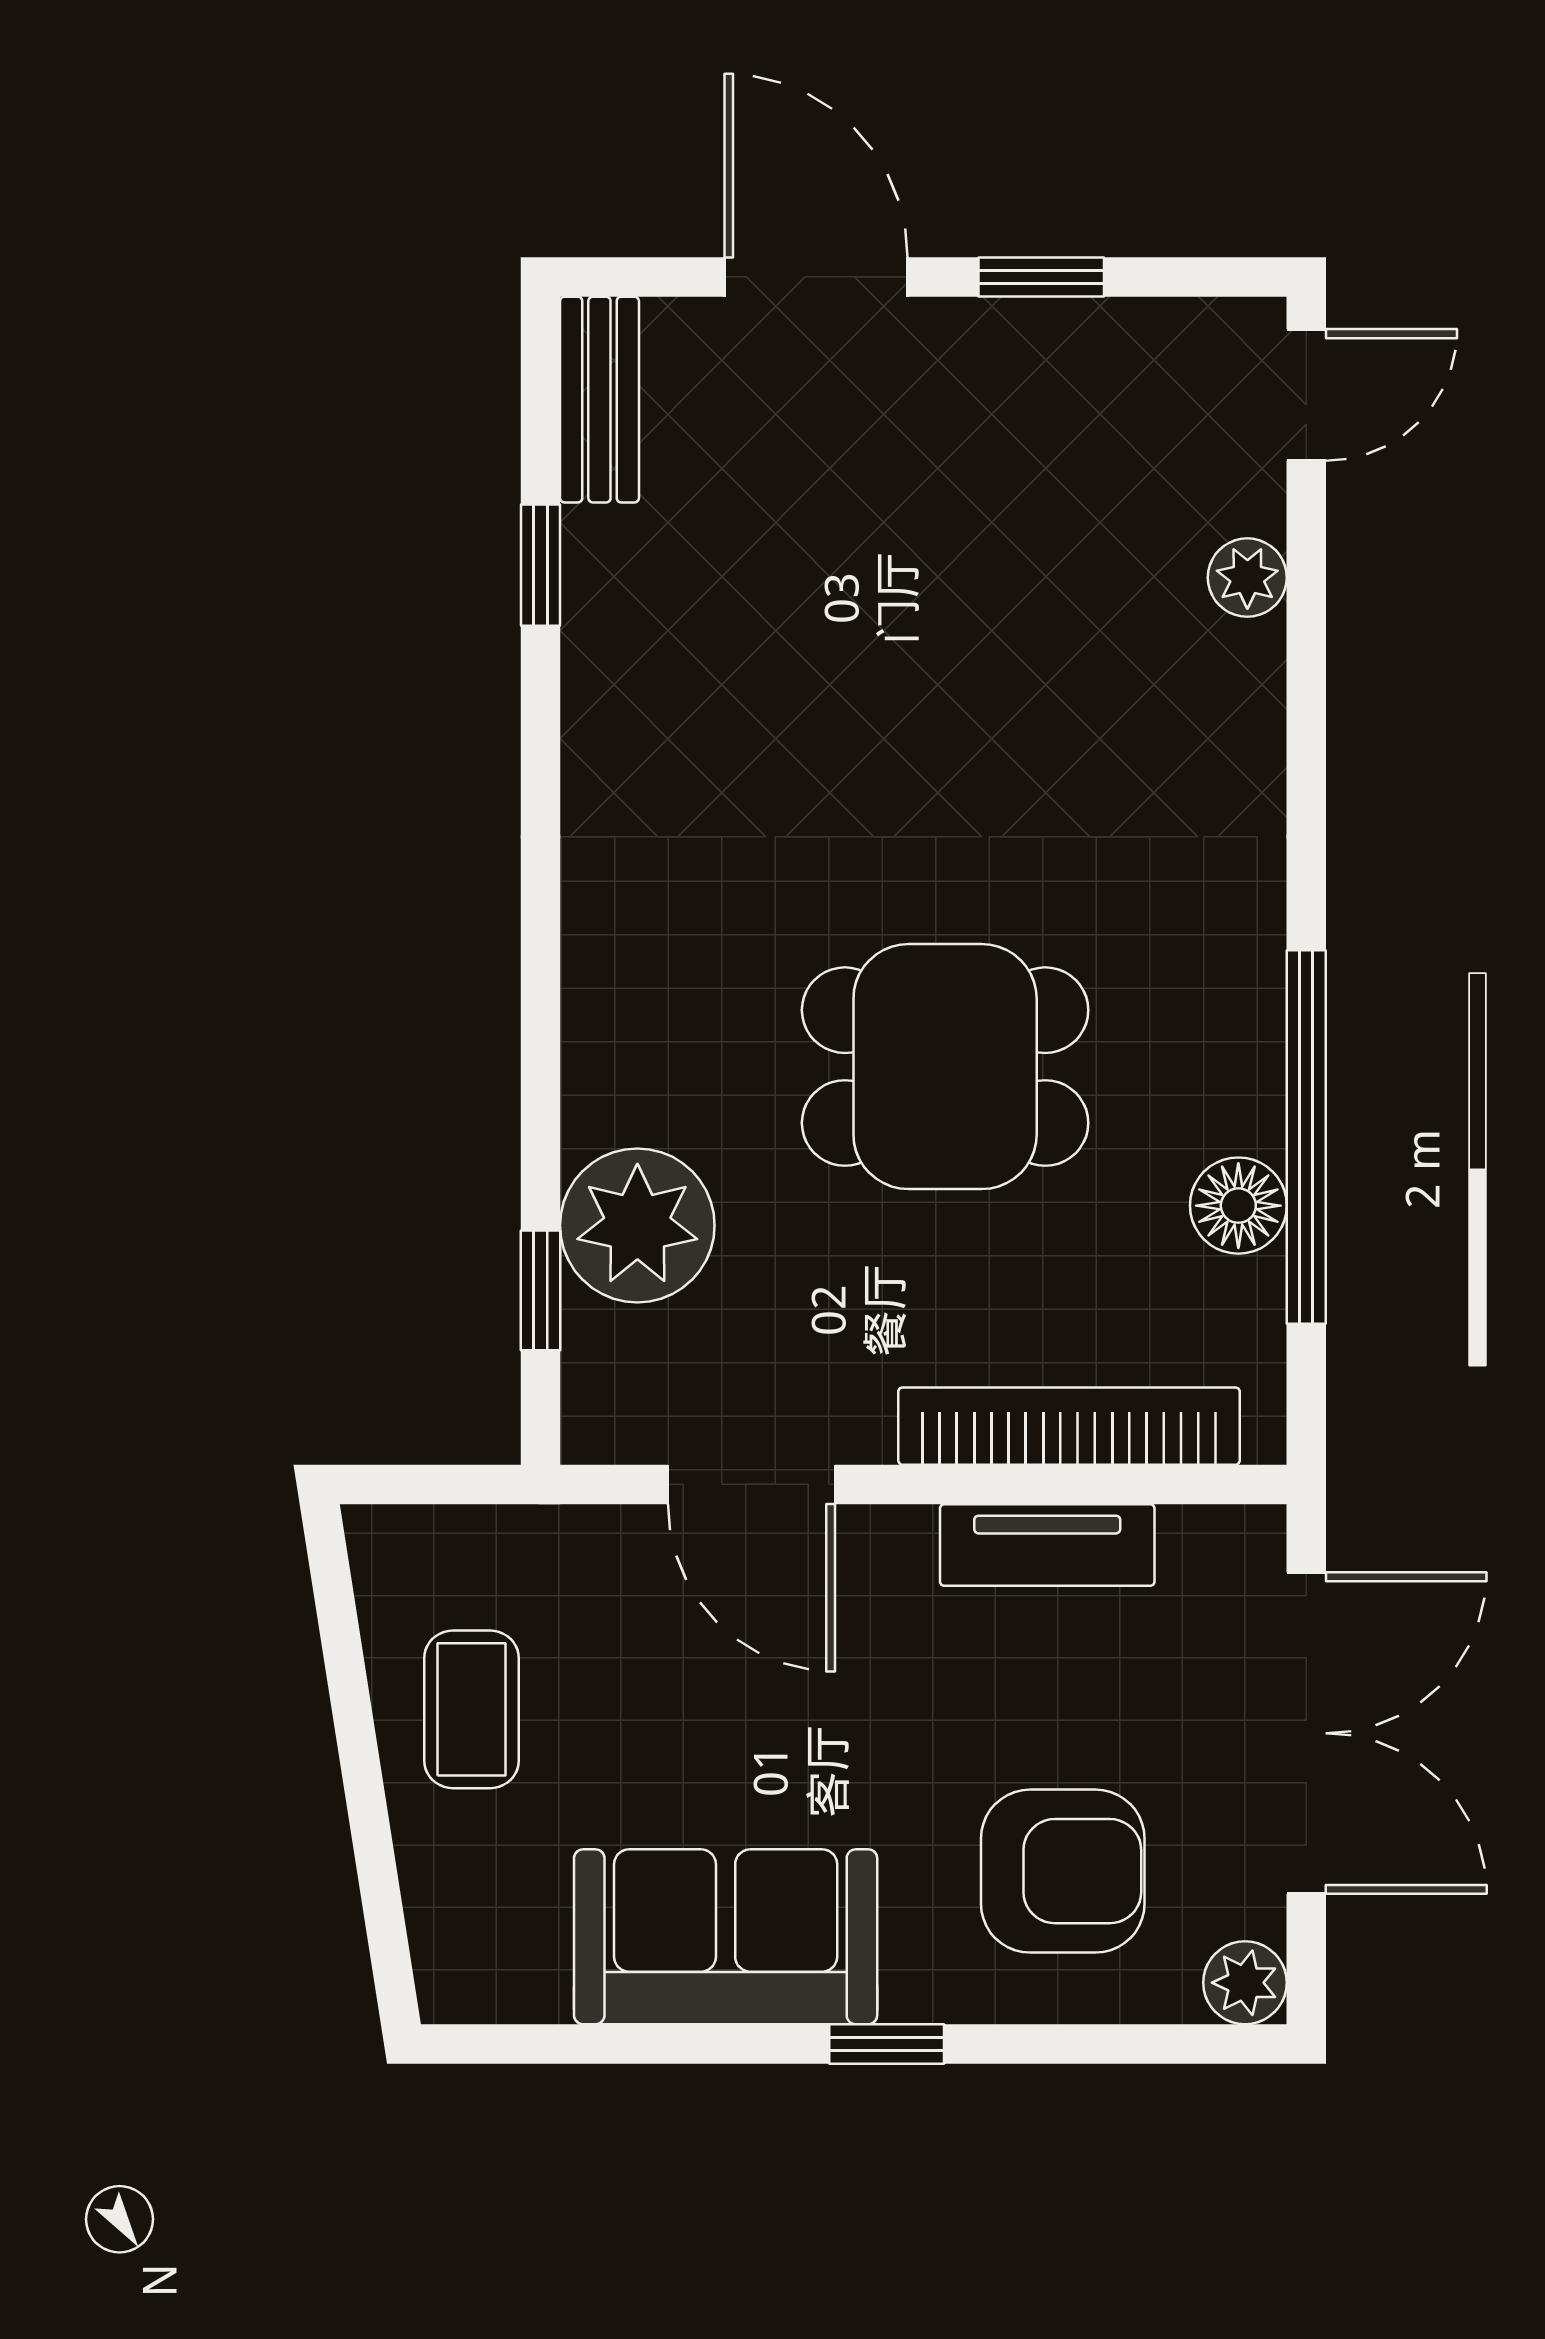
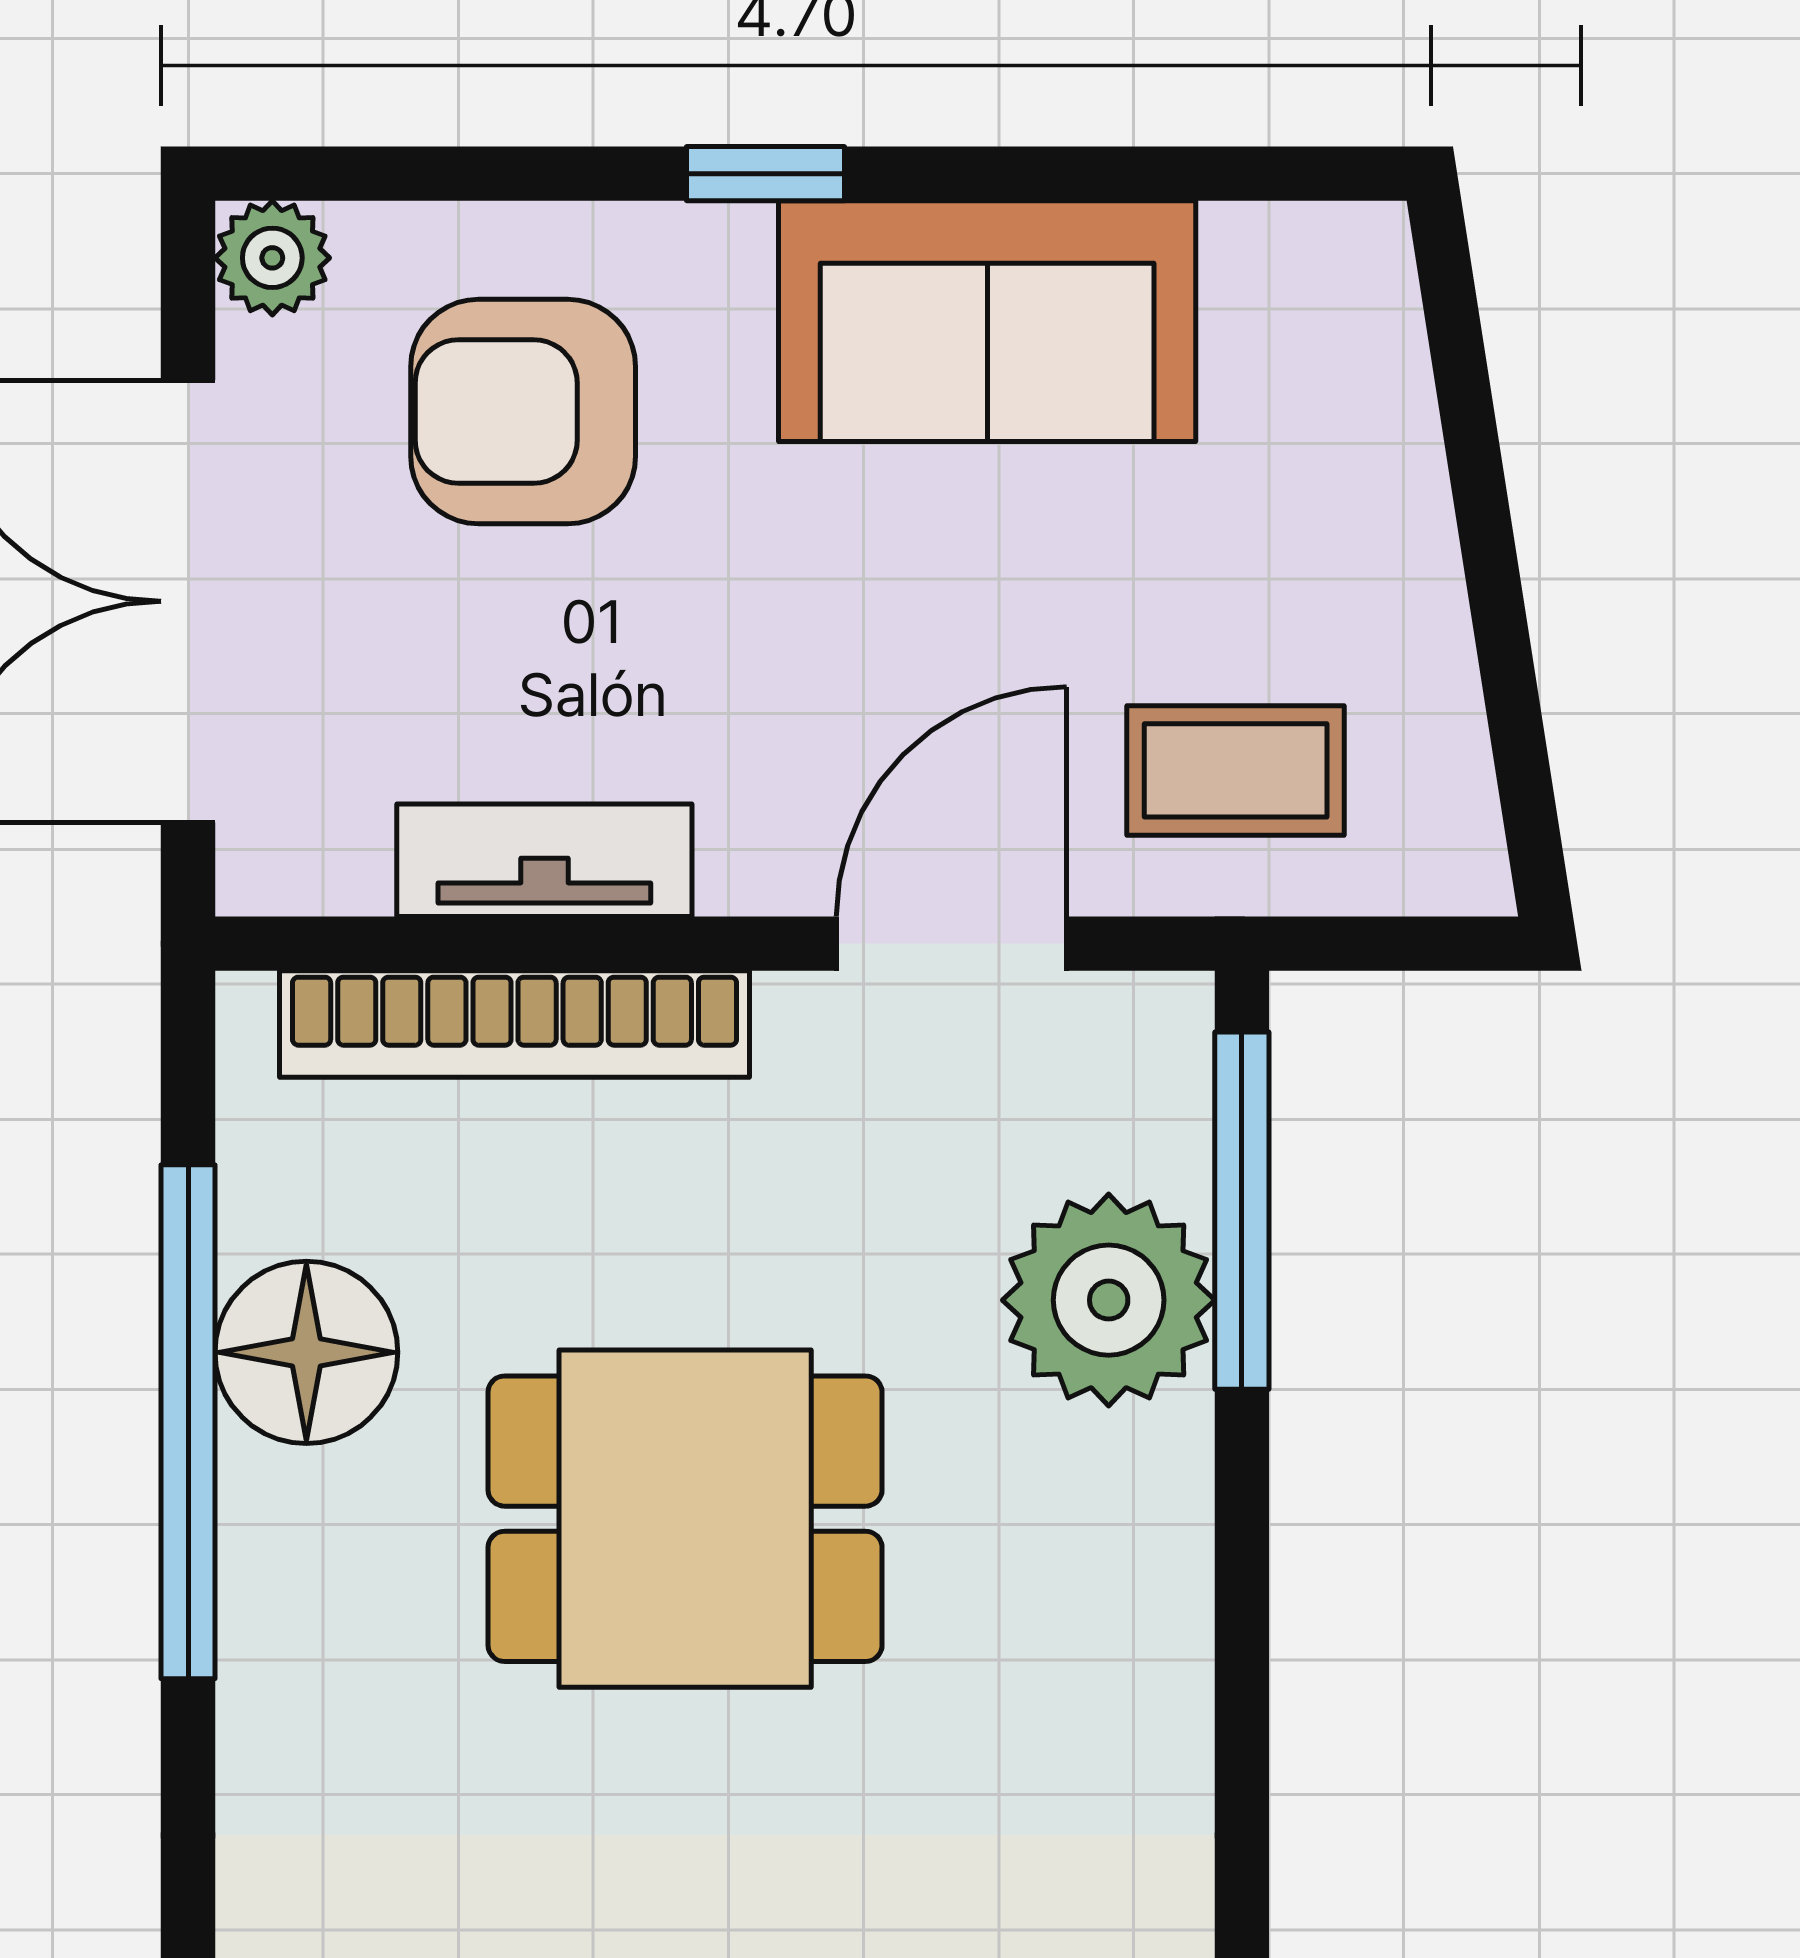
floor lamp: (1238, 1206) -> (306, 1352), width x1.38, depth x1.38
window: (541, 1290) -> (1242, 1211), width x2.17
door: (751, 1484) -> (952, 944), hinge flipped
coffee table: (472, 1709) -> (1236, 770), moved, turned 90

